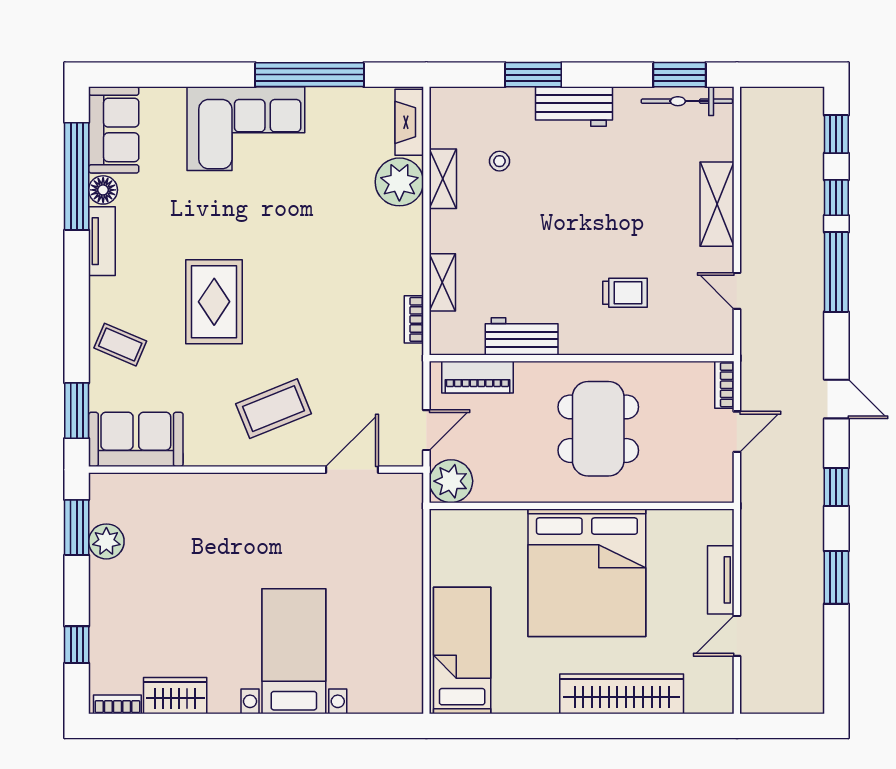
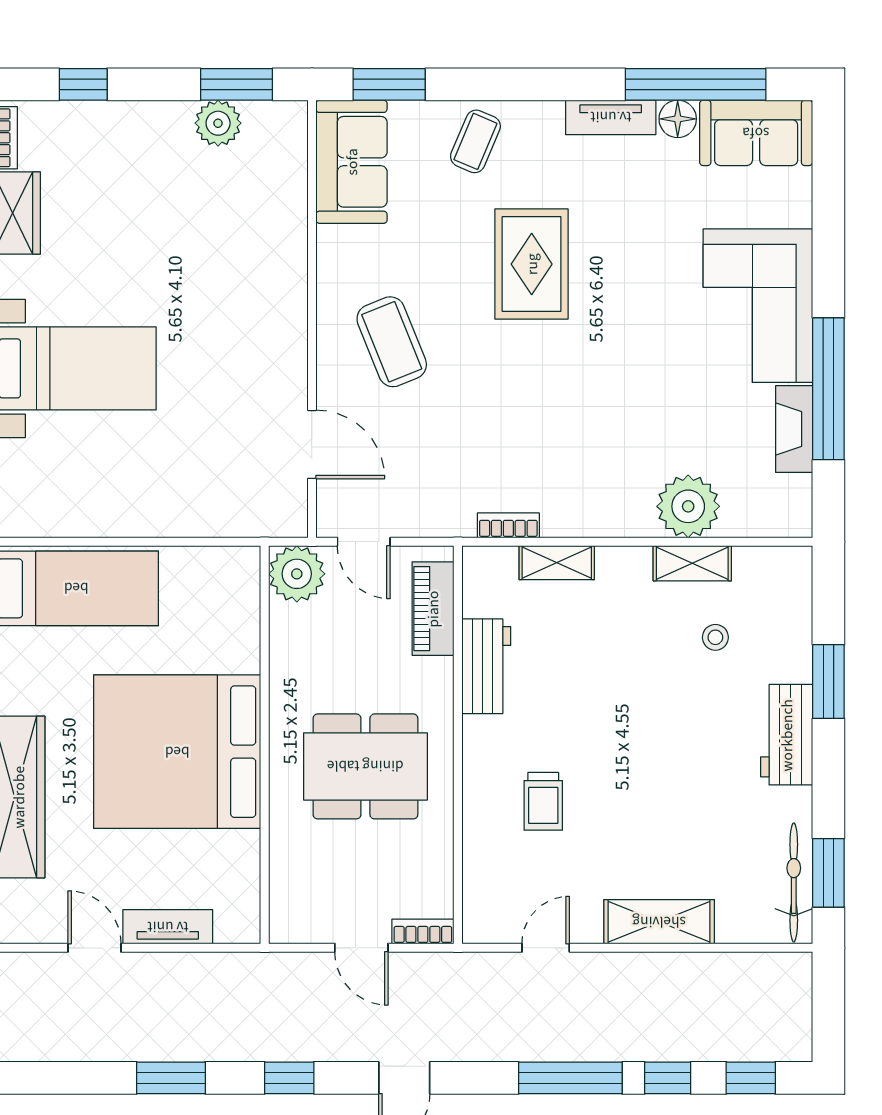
fireplace: (409, 122) -> (794, 429), moved, turned -90
rug: (214, 302) -> (532, 264), turned 90

